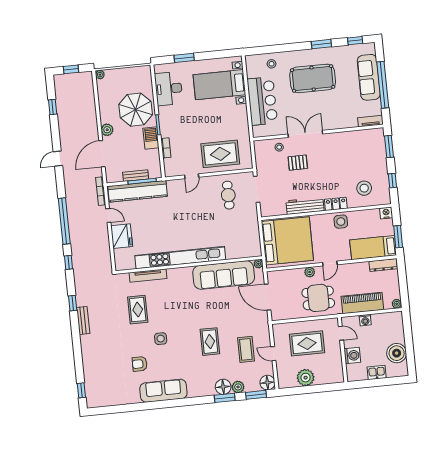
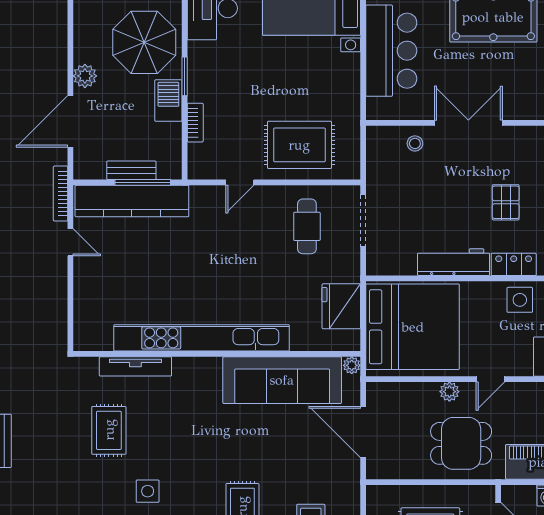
pallet: (298, 163) -> (506, 202), moved, turned 90
fridge: (122, 236) -> (341, 306), moved, turned 180

